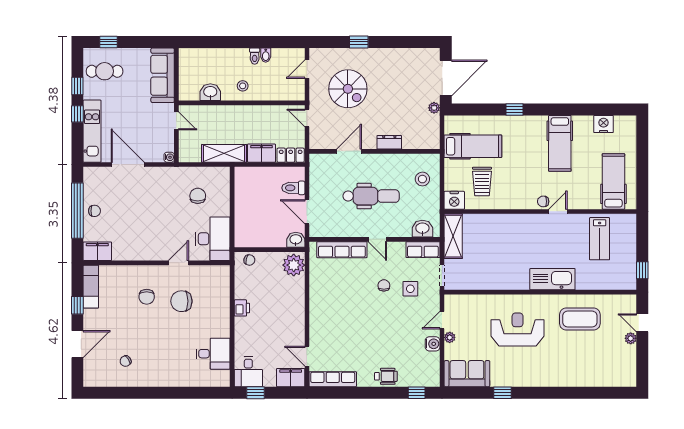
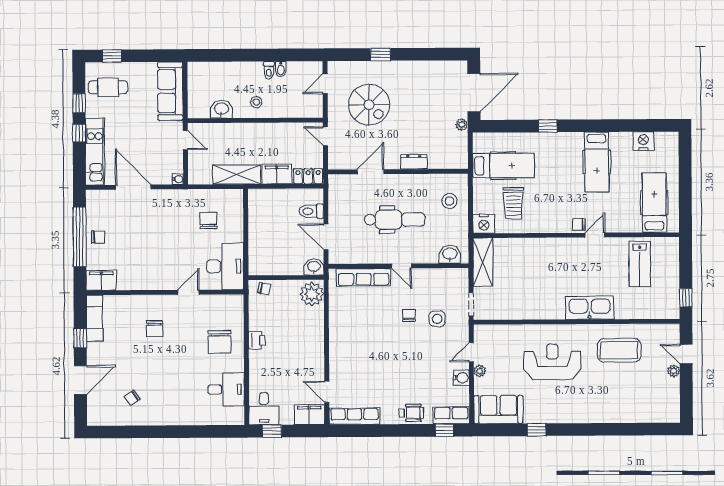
row of seats: (423, 250) -> (451, 415), moved, turned 180
chair: (181, 301) -> (220, 342), moved, turned -90

